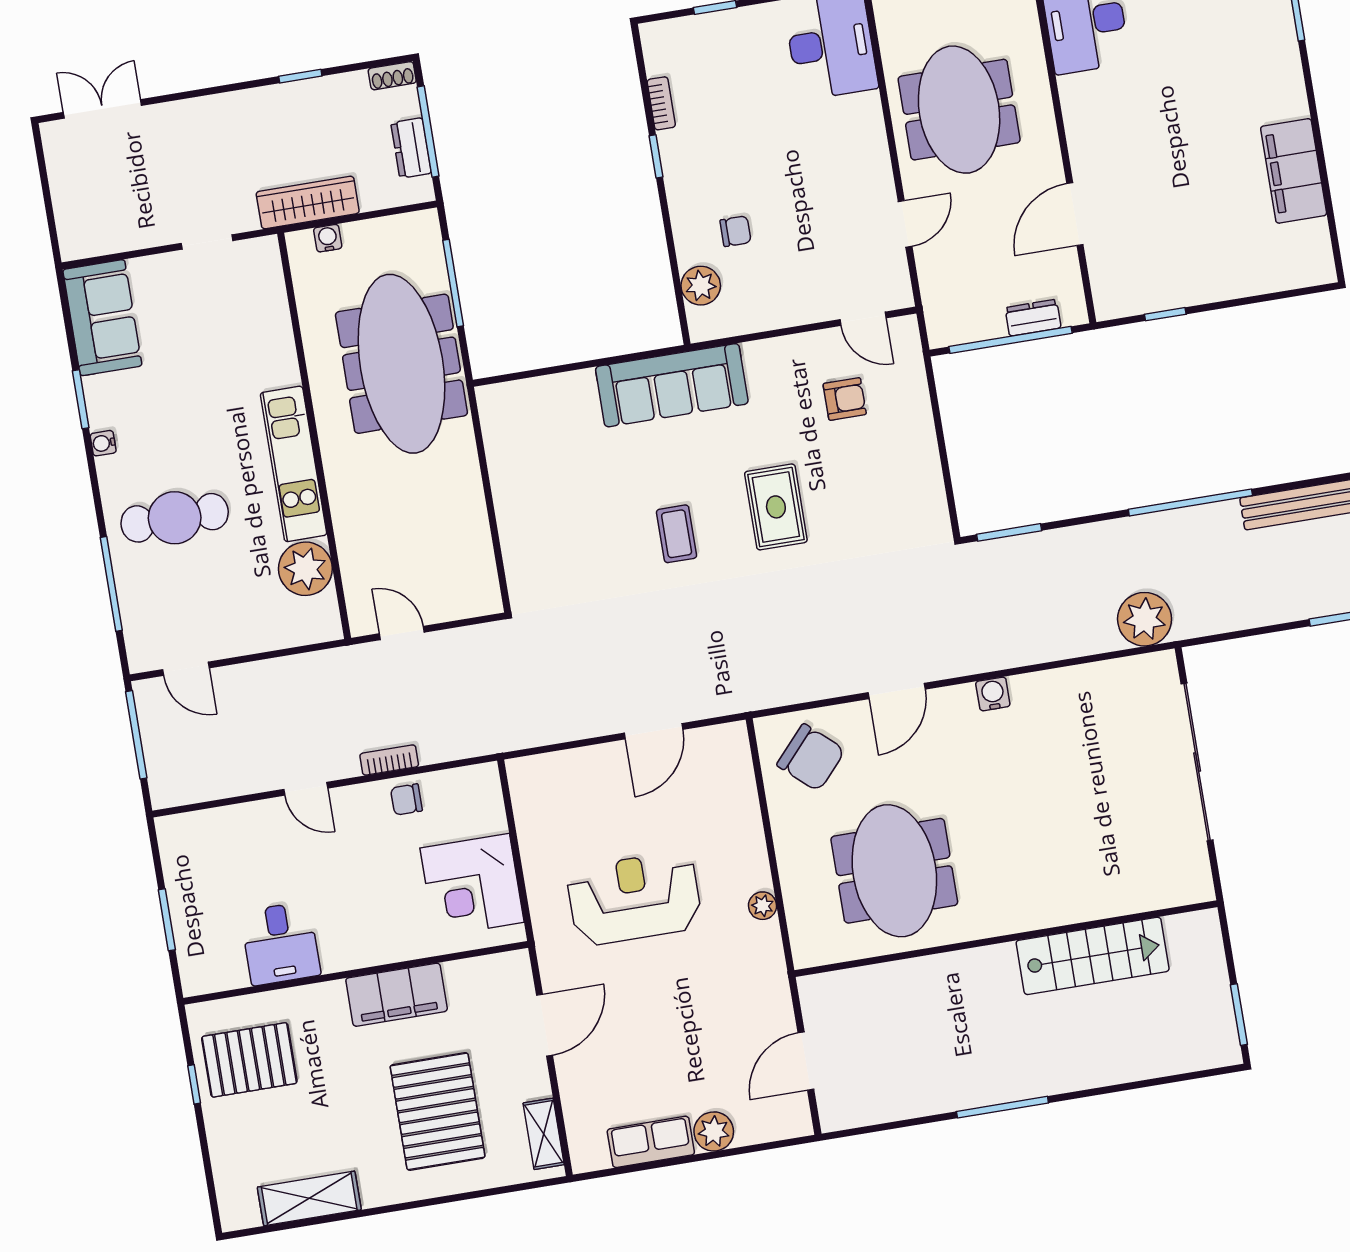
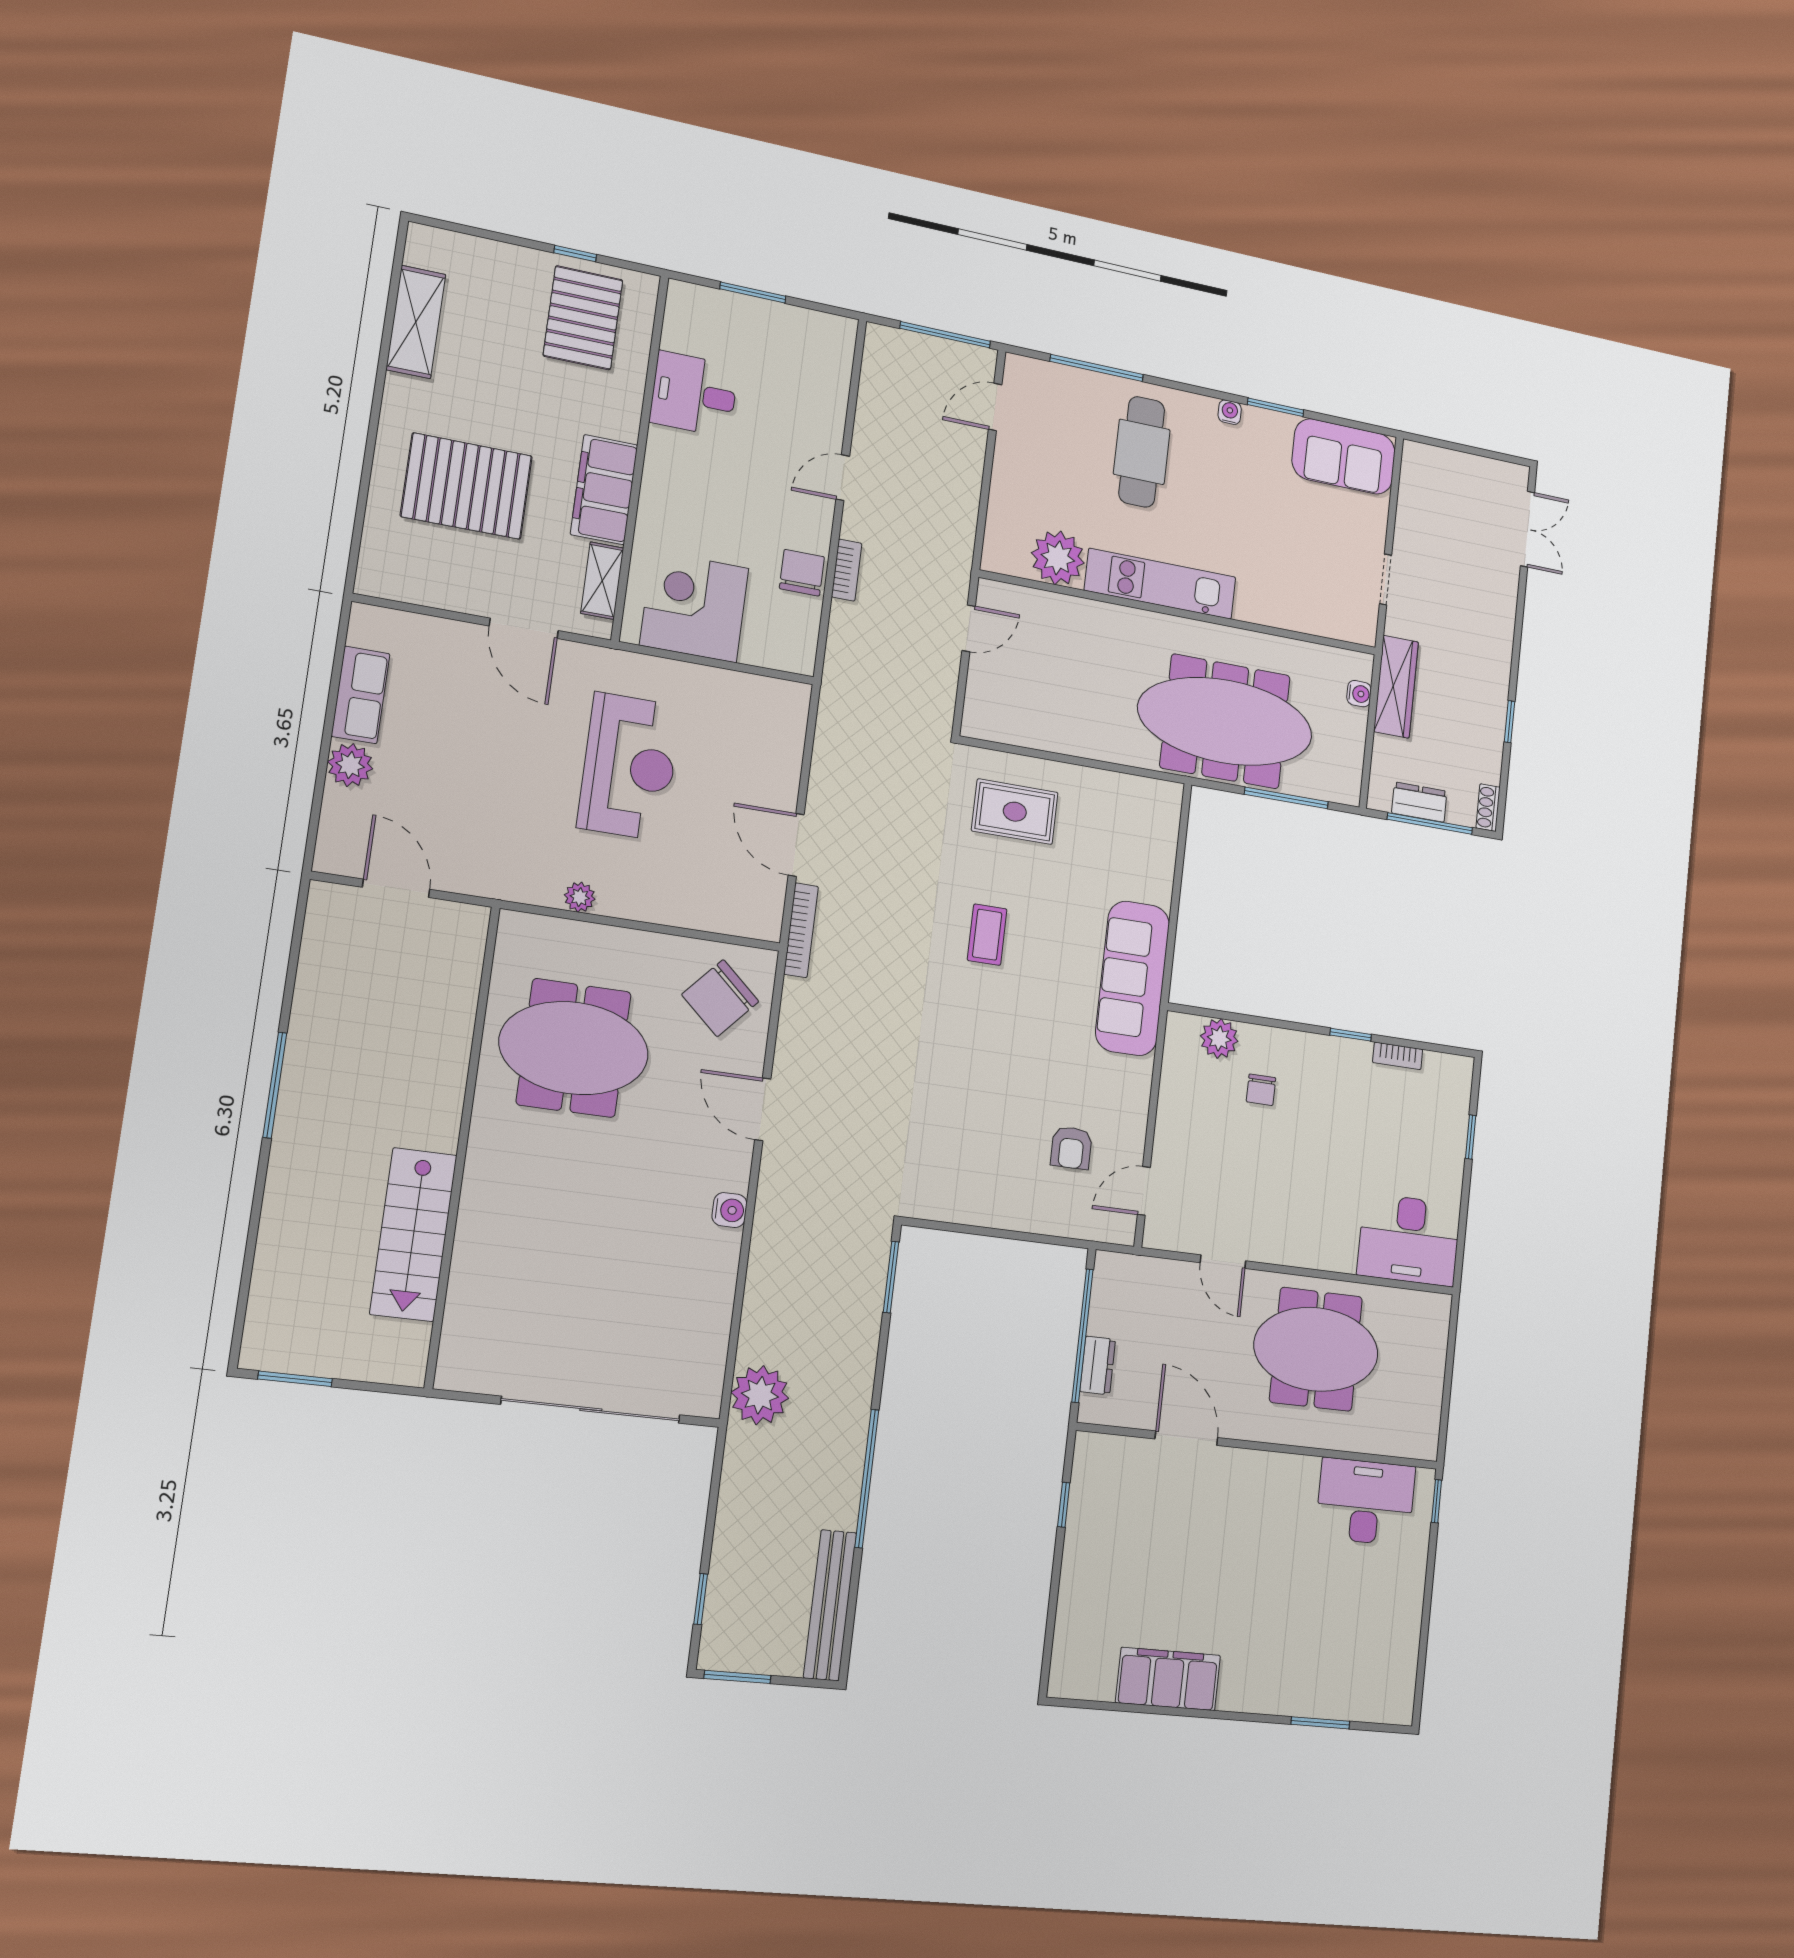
rug: (776, 507) -> (1015, 812), moved
coffee table: (677, 534) -> (987, 935), turned 90
bookcase: (728, 704) -> (801, 930), added
chair: (406, 799) -> (802, 573), width x1.37, depth x1.37
shelving: (544, 1134) -> (602, 581), moved, turned 90

